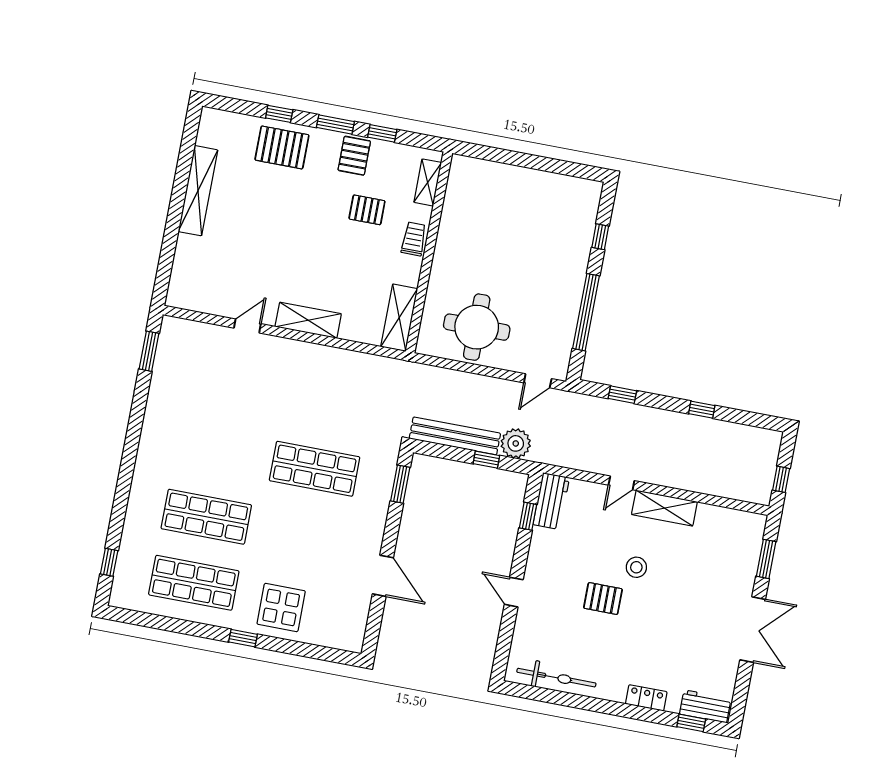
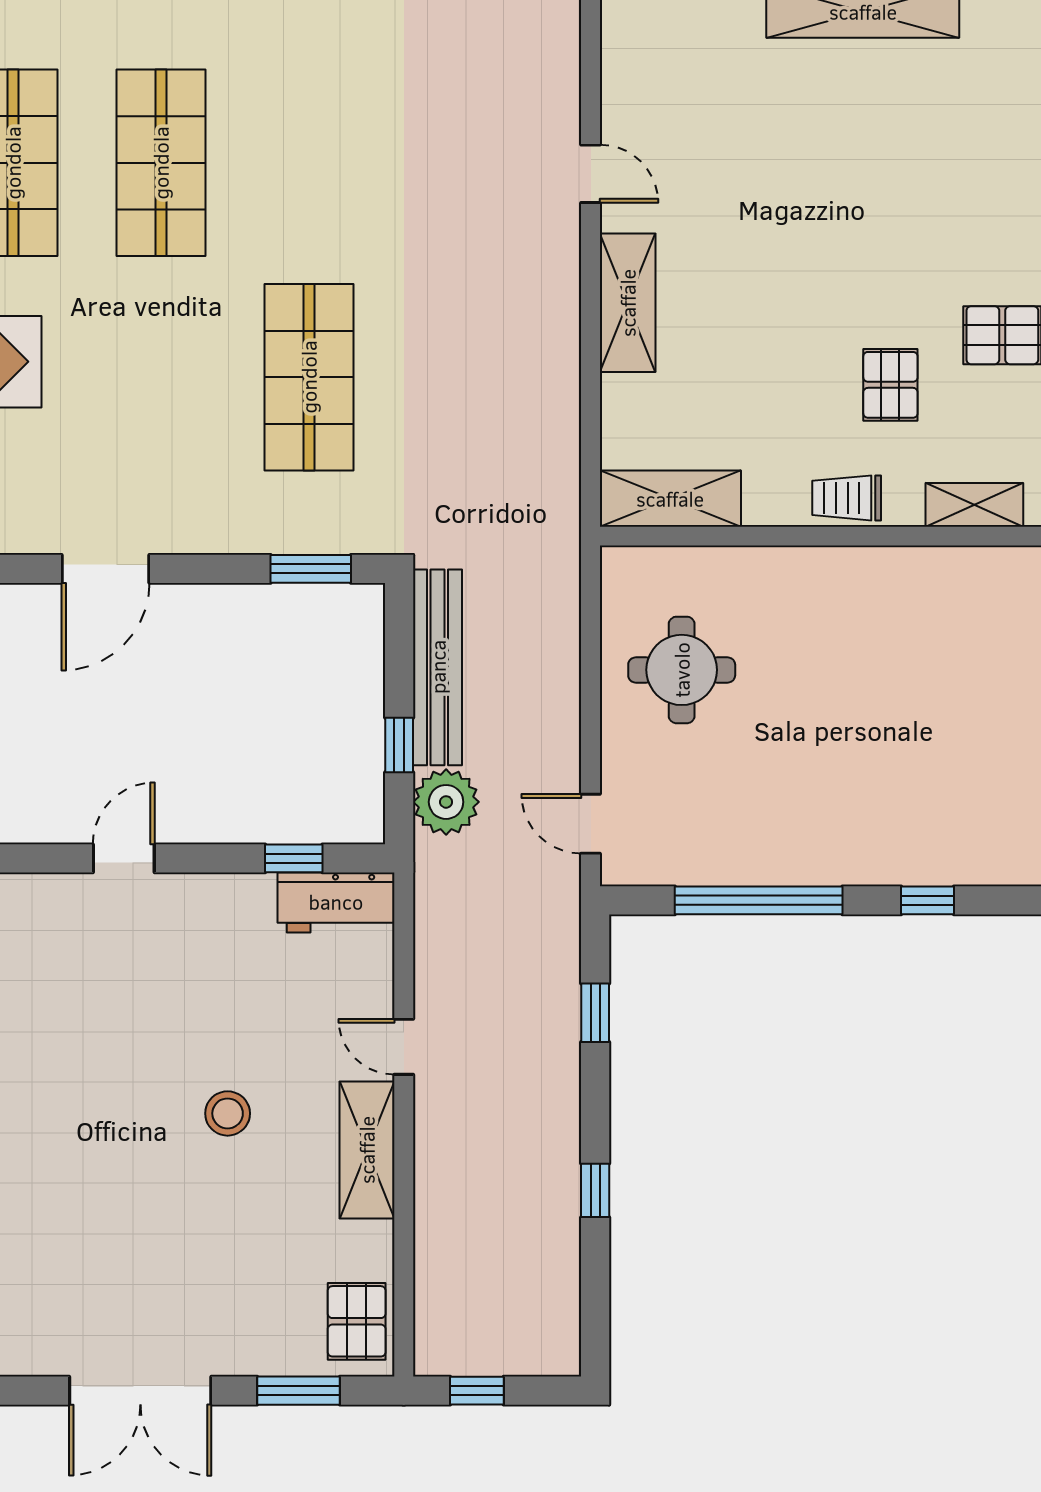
pallet: (282, 147) -> (991, 175), removed
trolley: (414, 239) -> (847, 498), turned 180
round table: (477, 327) -> (682, 670), width x0.73, depth x0.73
pallet: (603, 599) -> (357, 1321), moved

